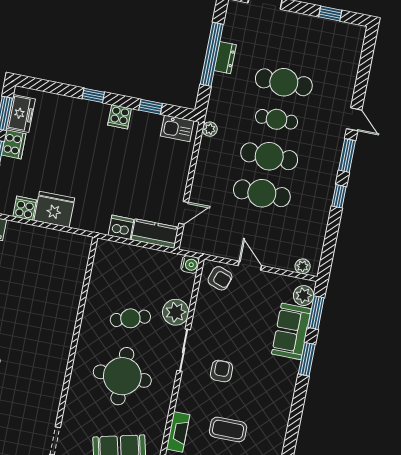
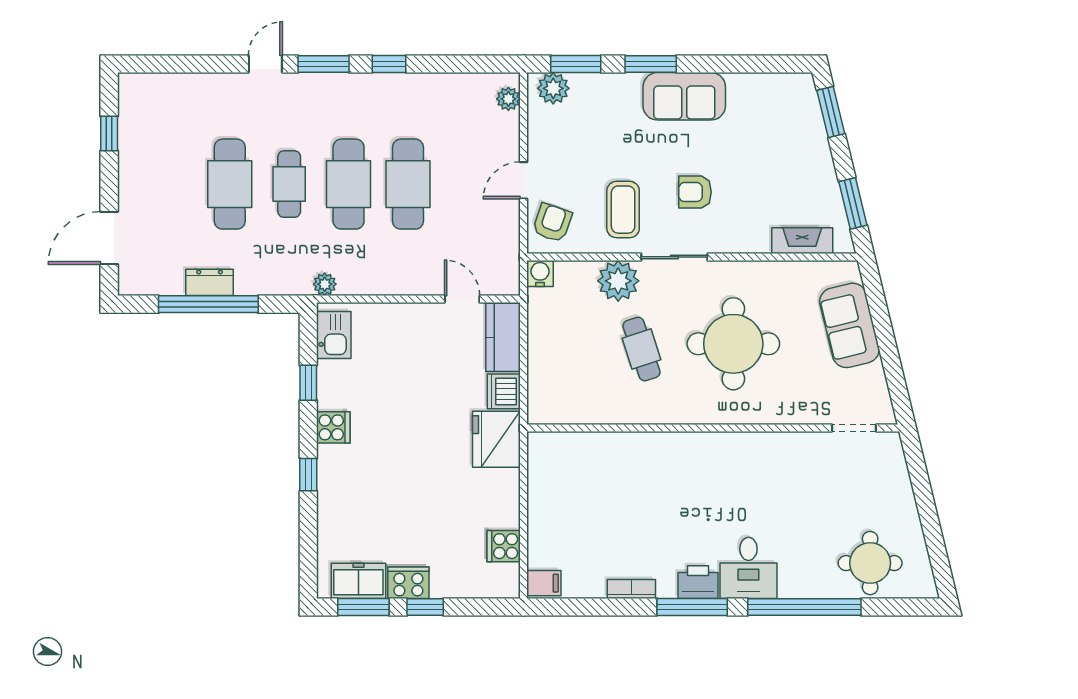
fridge: (54, 209) -> (496, 439), moved
sofa: (291, 331) -> (684, 96), moved
coffee table: (228, 429) -> (623, 210), moved

